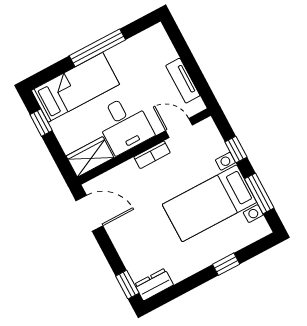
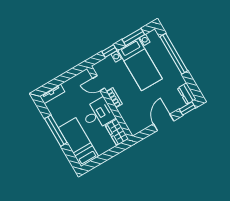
tv unit: (183, 81) -> (52, 94), moved
window: (41, 123) -> (99, 160), removed
door: (179, 128) -> (99, 83), hinge flipped
door: (89, 213) -> (164, 122), moved
window: (226, 264) -> (174, 54), width x3.17

